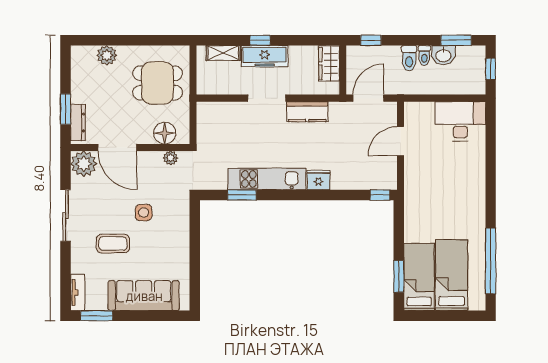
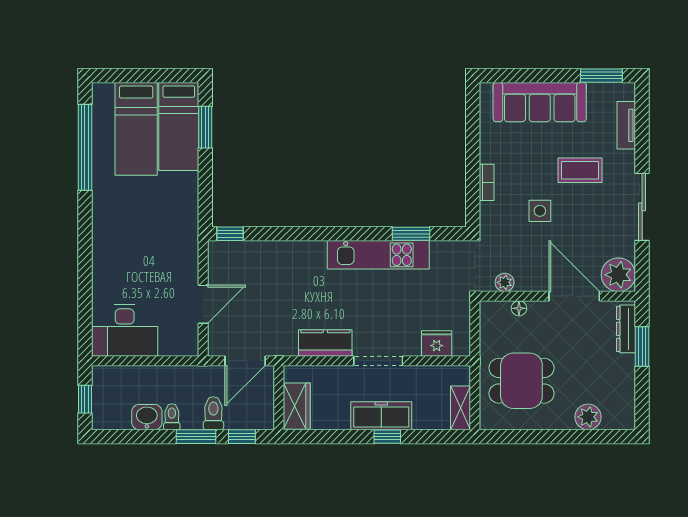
window: (456, 40) -> (196, 437), moved
shelving: (223, 53) -> (461, 408), moved, turned 90
toilet: (409, 58) -> (213, 413), moved
floor lamp: (165, 133) -> (519, 308), width x0.53, depth x0.53
fridge: (318, 180) -> (437, 343), moved, turned 180
bookcase: (184, 234) -> (487, 182), added
tv unit: (78, 292) -> (626, 125), moved

